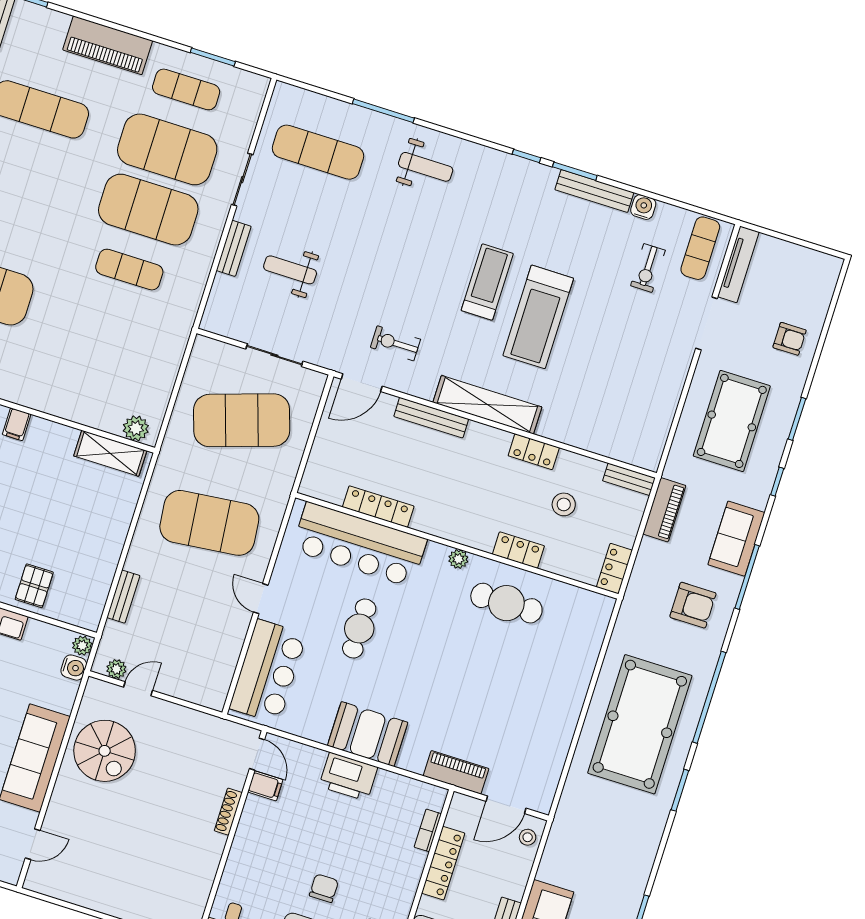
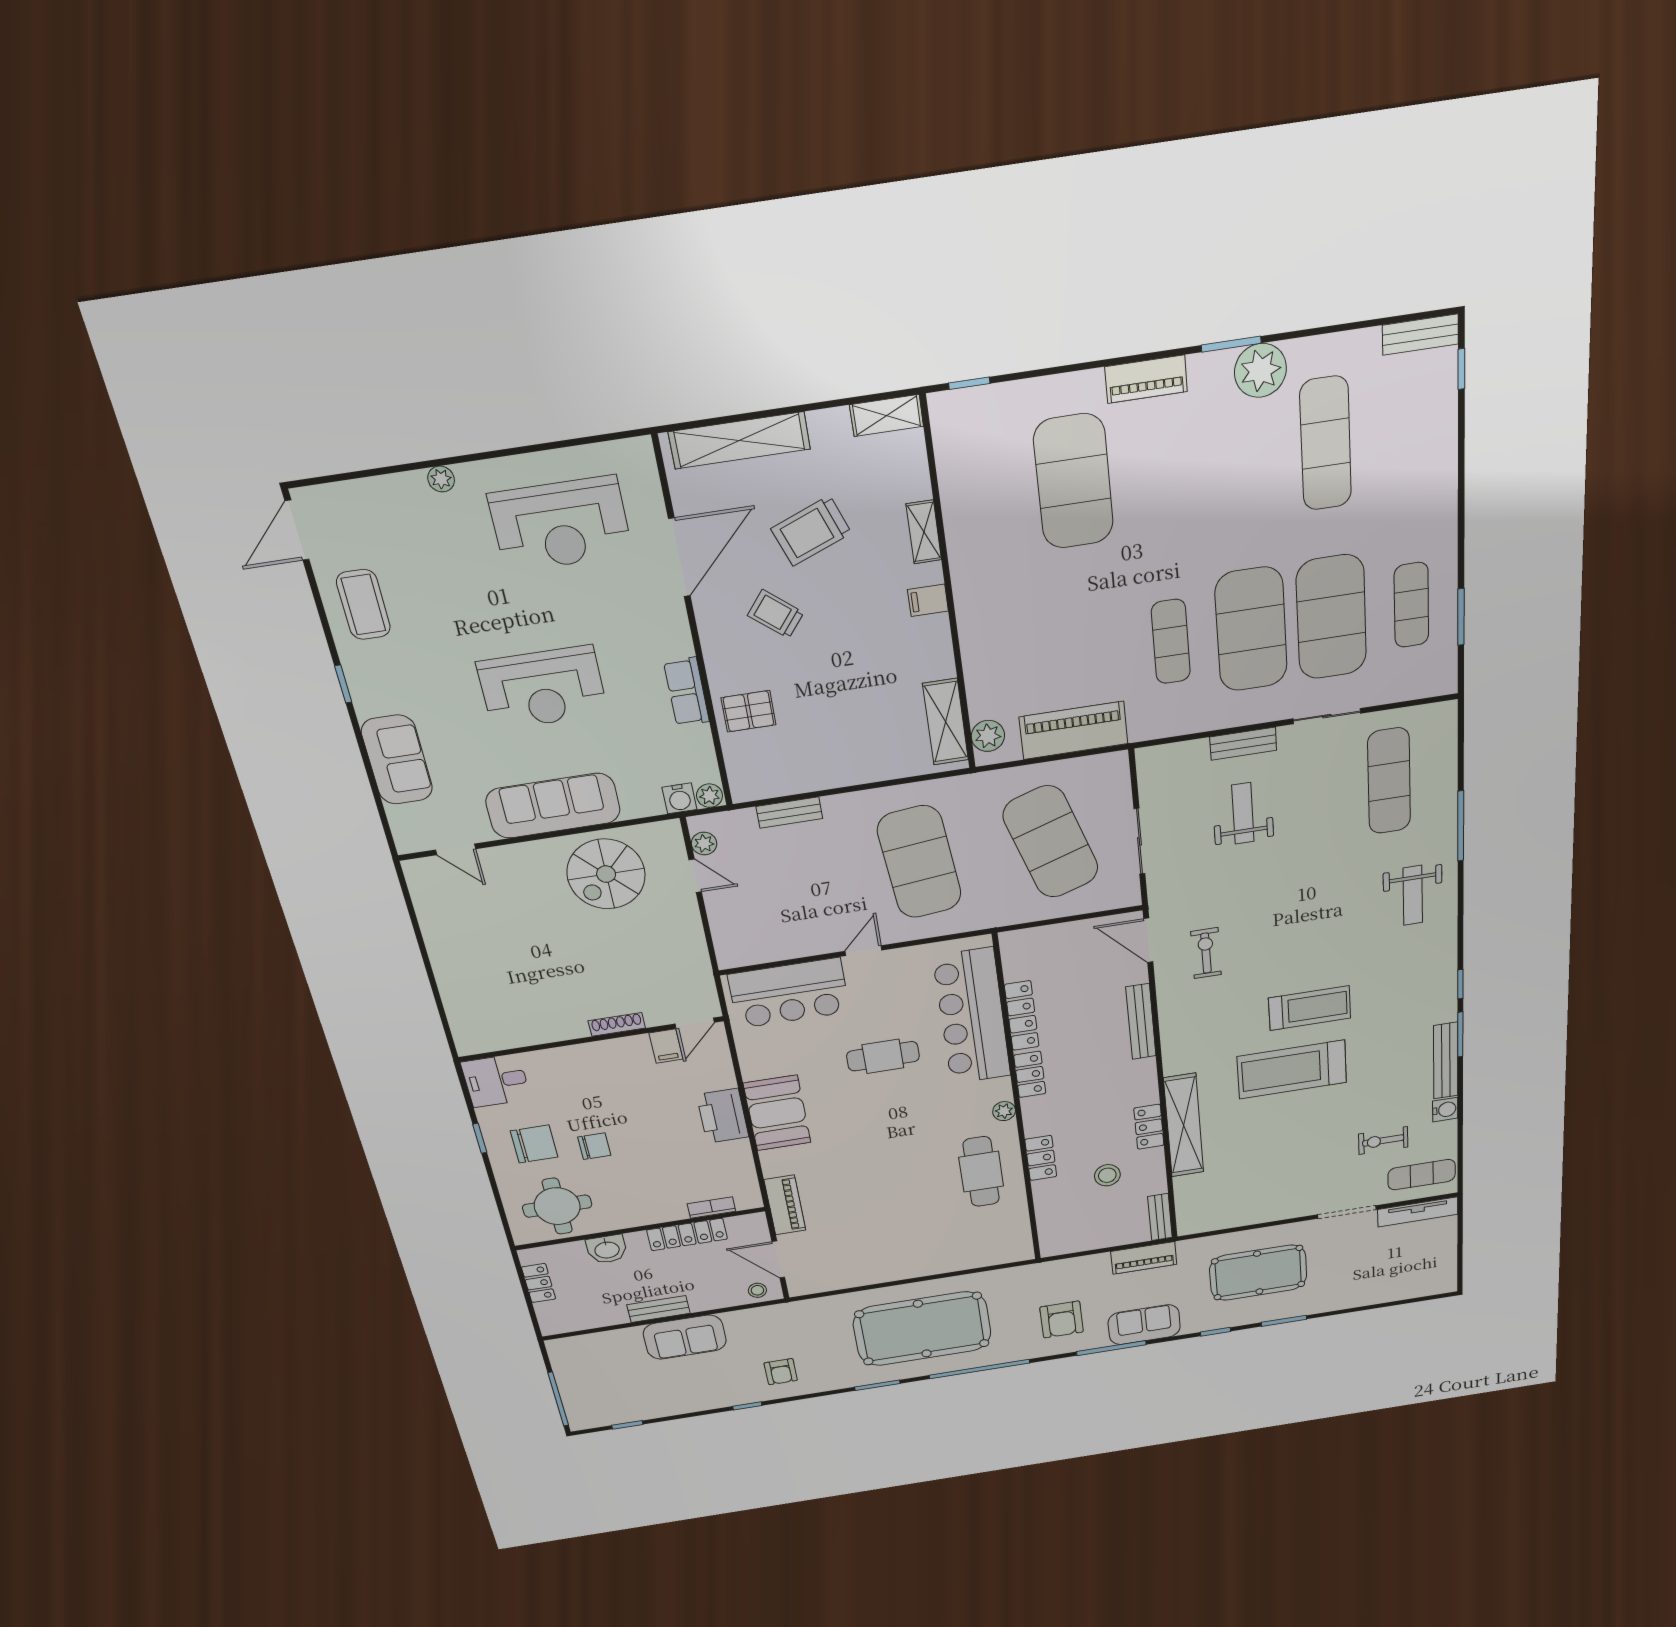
piano: (108, 45) -> (1074, 730), moved, turned 90
armchair: (790, 339) -> (781, 1372), moved
shelving: (487, 405) -> (1184, 1125), moved
locker: (614, 569) -> (1030, 1074), moved, turned 90

